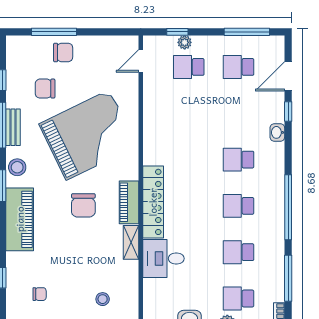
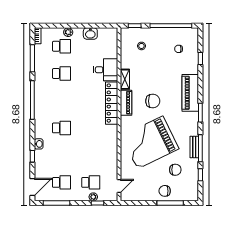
door: (288, 76) -> (32, 187), moved
stool: (17, 167) -> (192, 123), removed
chair: (83, 205) -> (153, 101), turned 90
school desk: (239, 206) -> (61, 101), removed

